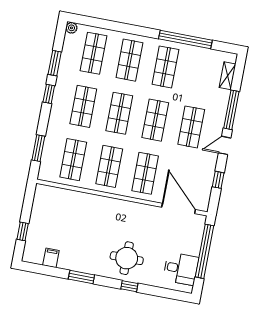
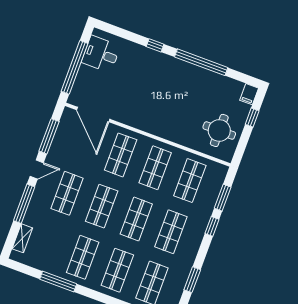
window: (185, 39) -> (58, 281), width x0.68
window: (49, 94) -> (212, 226), moved
window: (218, 180) -> (49, 136), width x2.17
filing cabinet: (51, 258) -> (249, 94), moved
round table: (127, 258) -> (219, 130), moved
window: (81, 277) -> (201, 62), width x2.11

